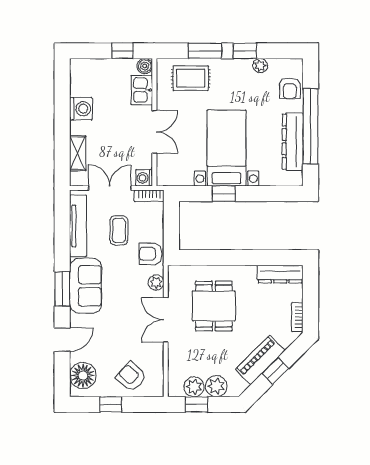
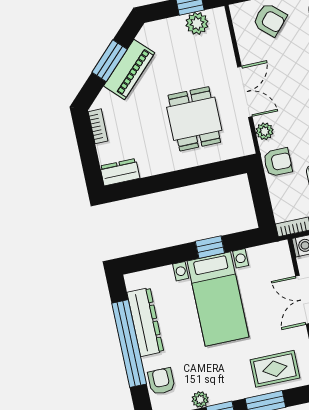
dresser: (280, 274) -> (120, 172), width x0.70
window: (275, 371) -> (110, 61), width x1.50
plant: (216, 386) -> (172, 29), removed

